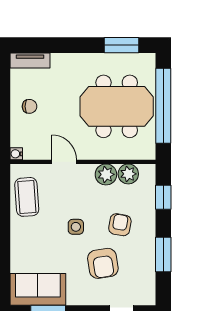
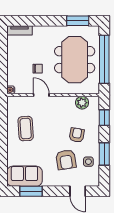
chair: (29, 106) -> (38, 69), moved
meeting table: (117, 106) -> (75, 60), turned 90
plant: (106, 174) -> (68, 103), removed
coffee table: (27, 197) -> (26, 129), moved
side table: (76, 227) -> (88, 162), moved

